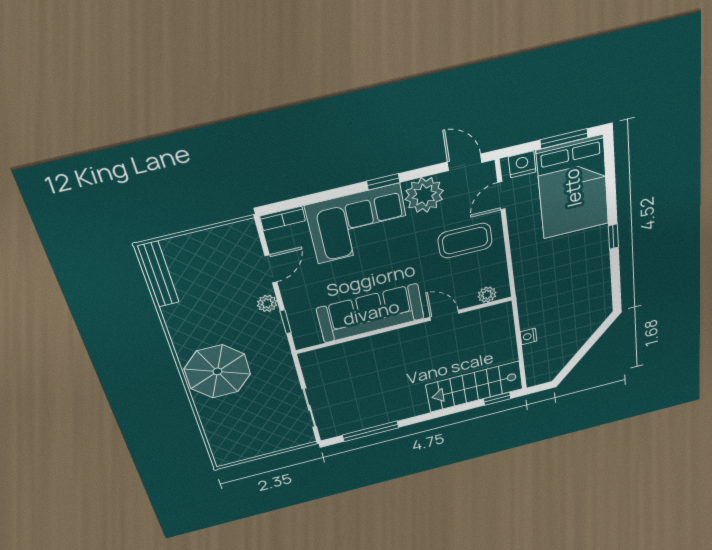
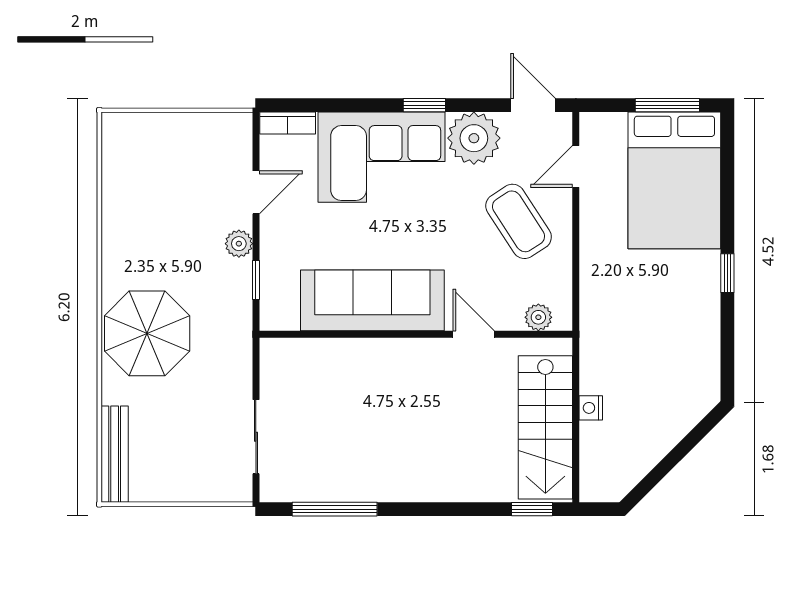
nightstand: (522, 164) -> (608, 128), removed
coffee table: (465, 241) -> (519, 221), turned 57
bench: (158, 274) -> (115, 454), moved
stairs: (475, 387) -> (545, 427), moved, turned -90

